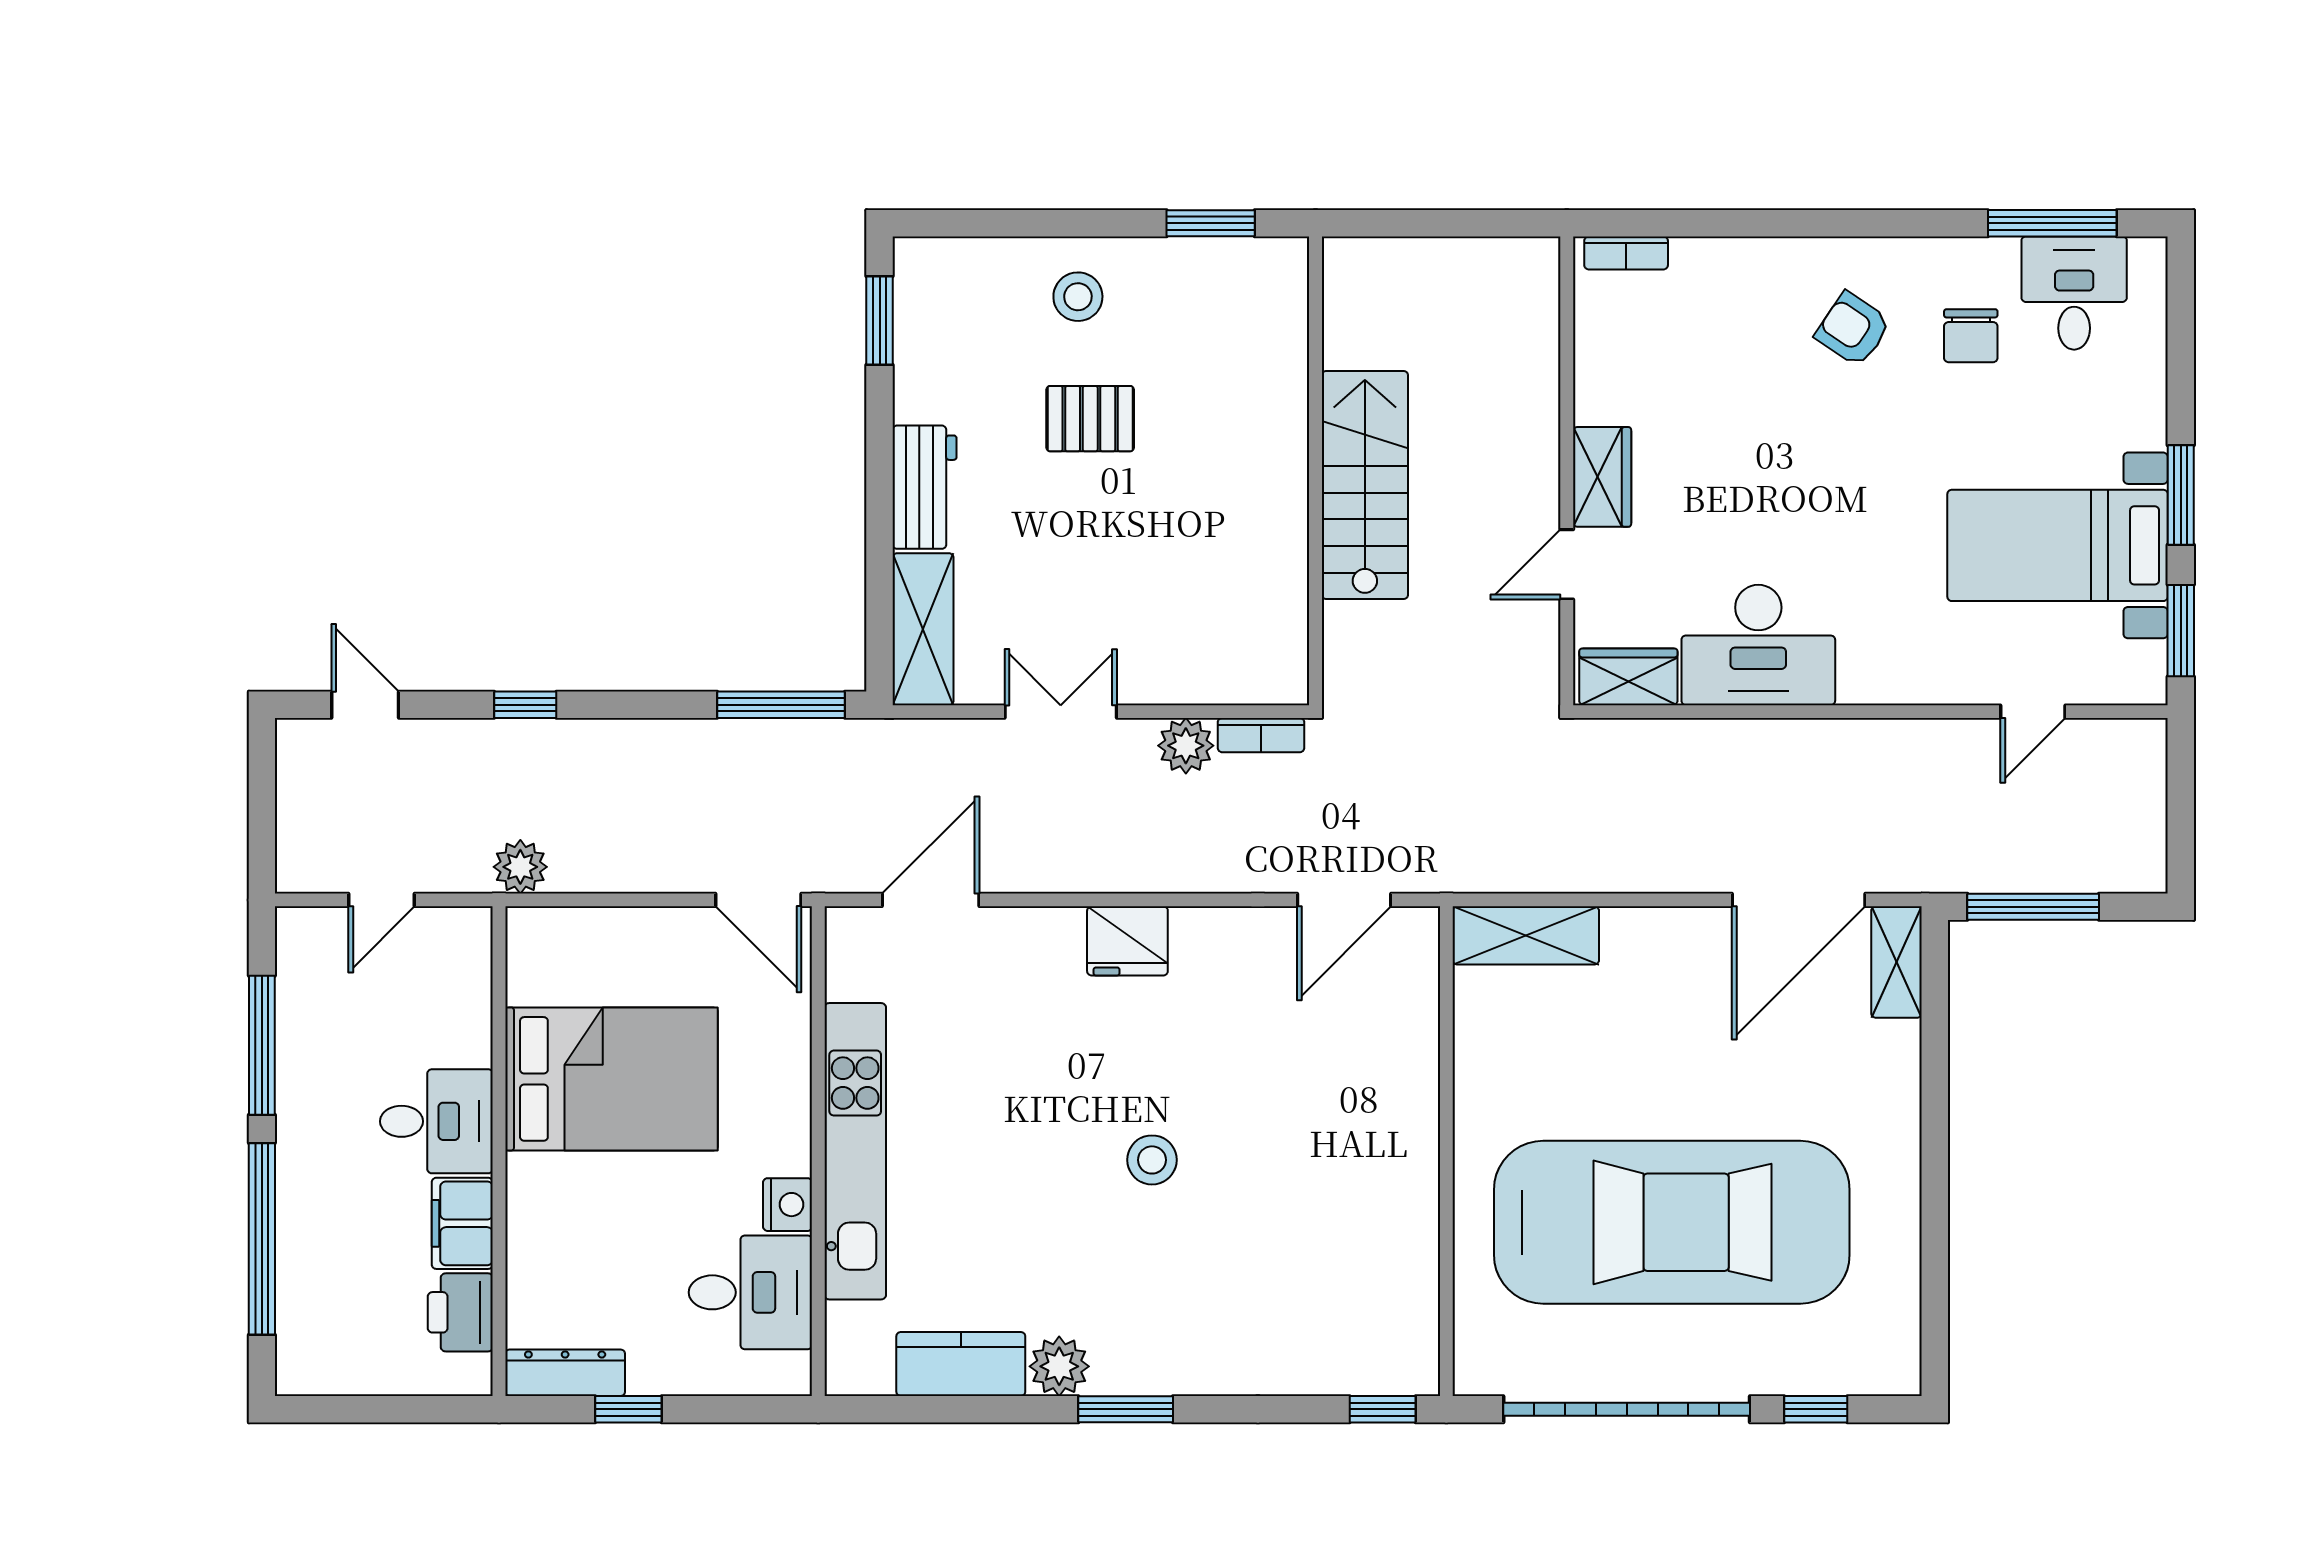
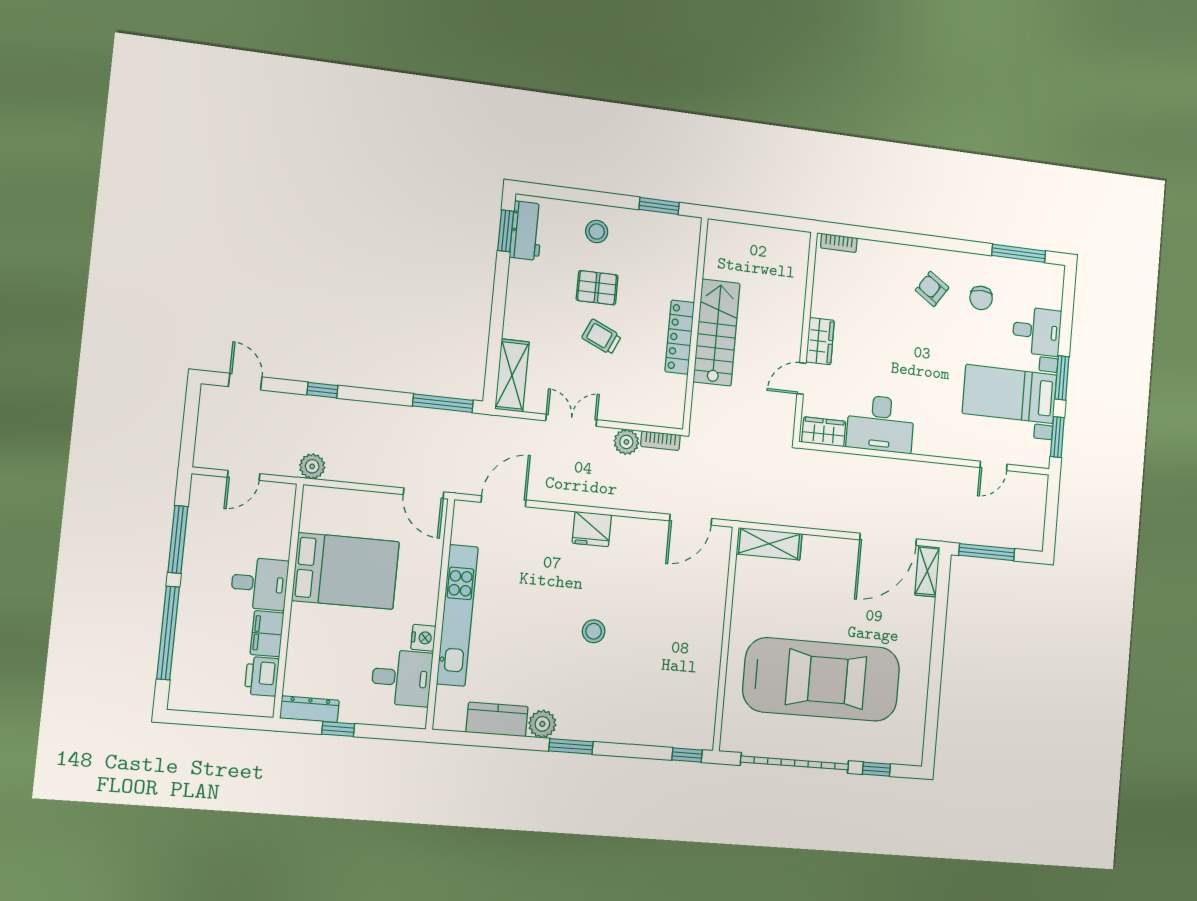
desk: (2074, 293) -> (1037, 331), moved, turned 90
workbench: (925, 487) -> (526, 231), moved
locker: (1283, 505) -> (680, 337), added
trolley: (1110, 524) -> (601, 337), added

